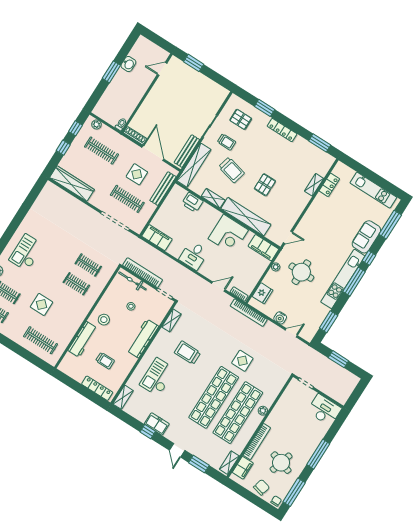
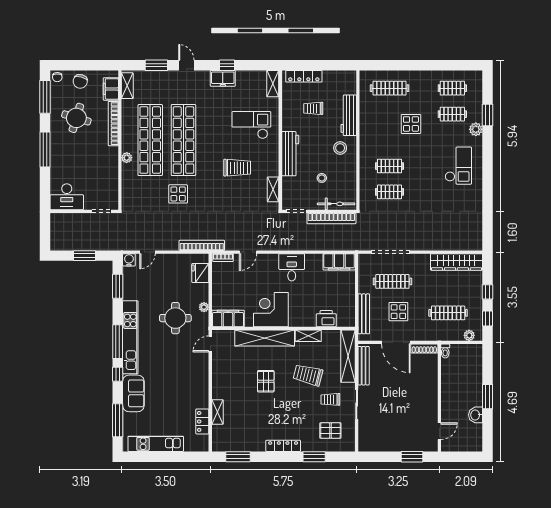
water cooler: (280, 318) -> (129, 260), moved
checkout: (158, 377) -> (251, 125), turned -90

